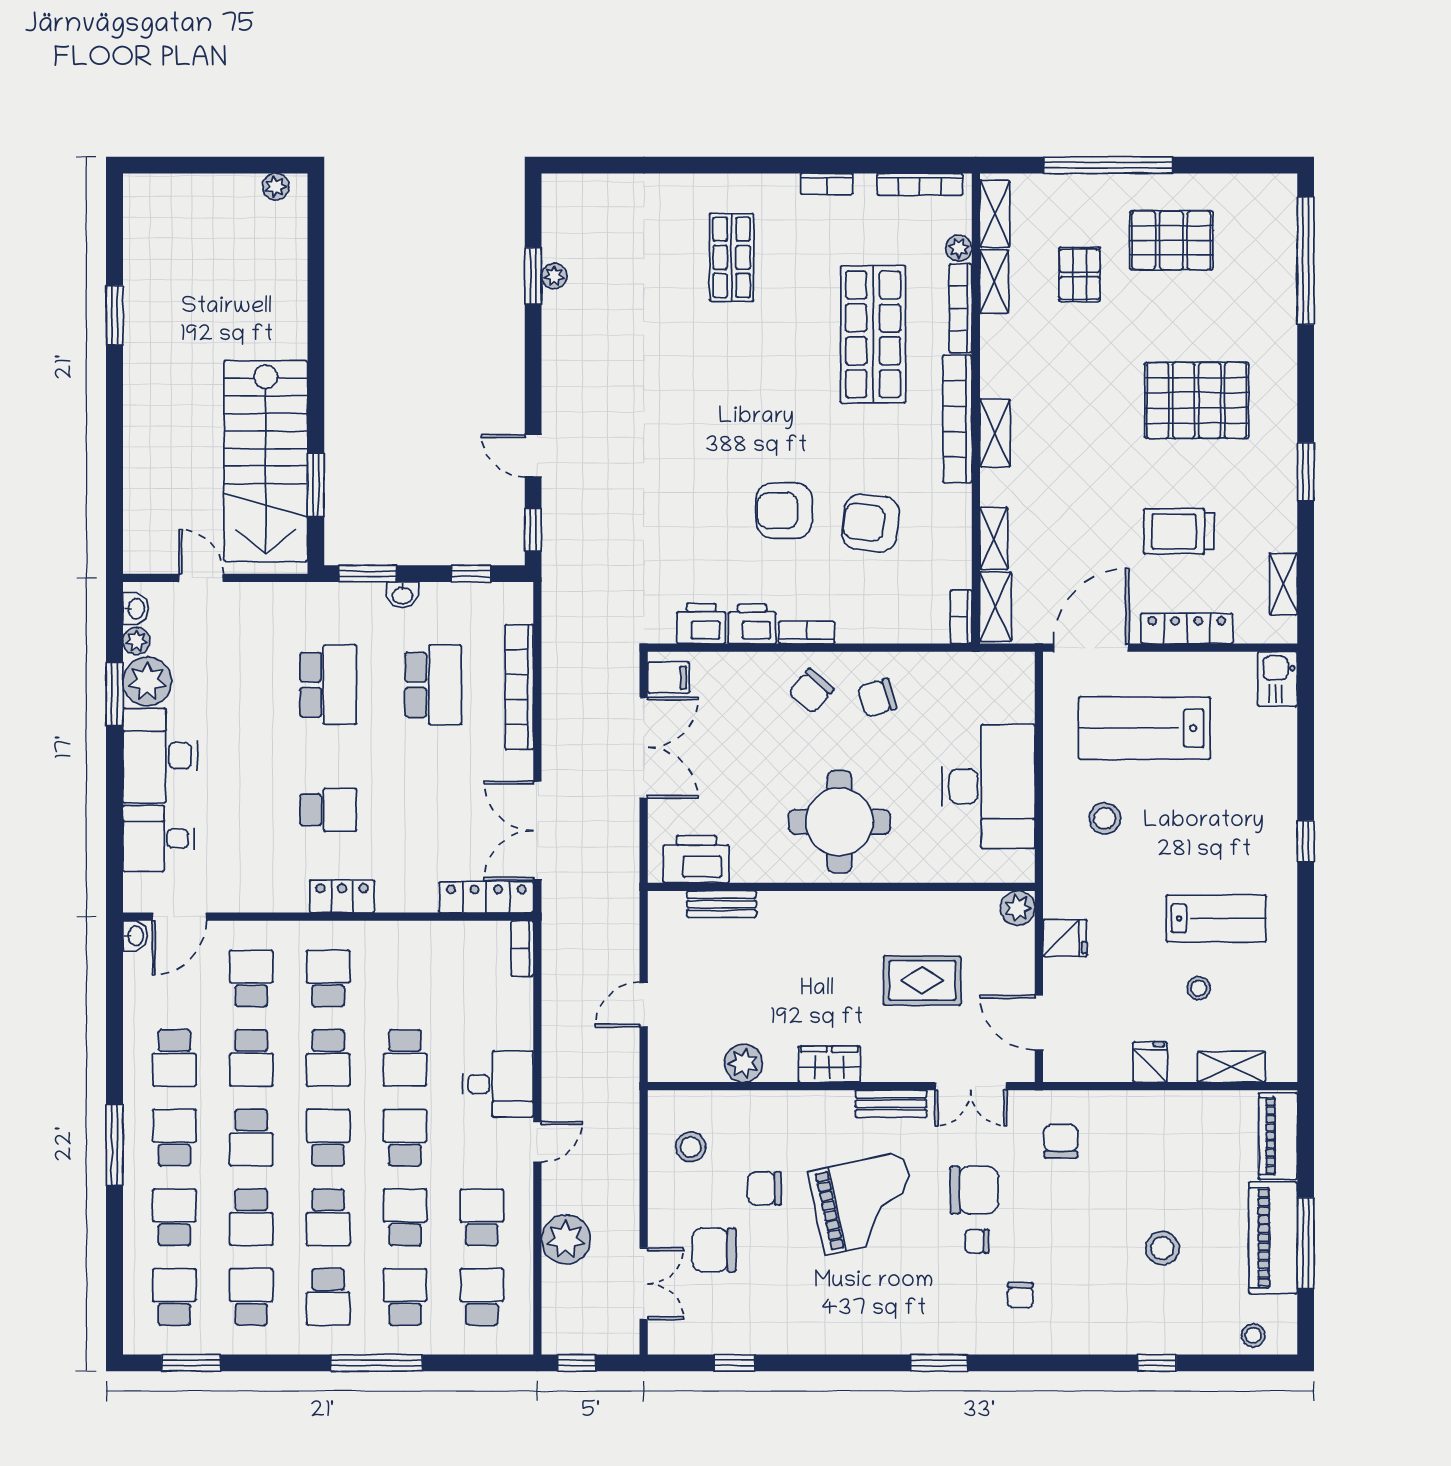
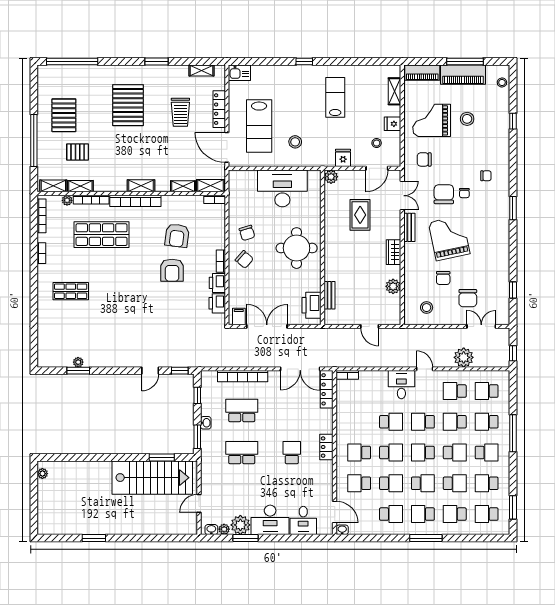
stool: (1199, 988) -> (377, 143), moved
grand piano: (1158, 1160) -> (432, 120), added

